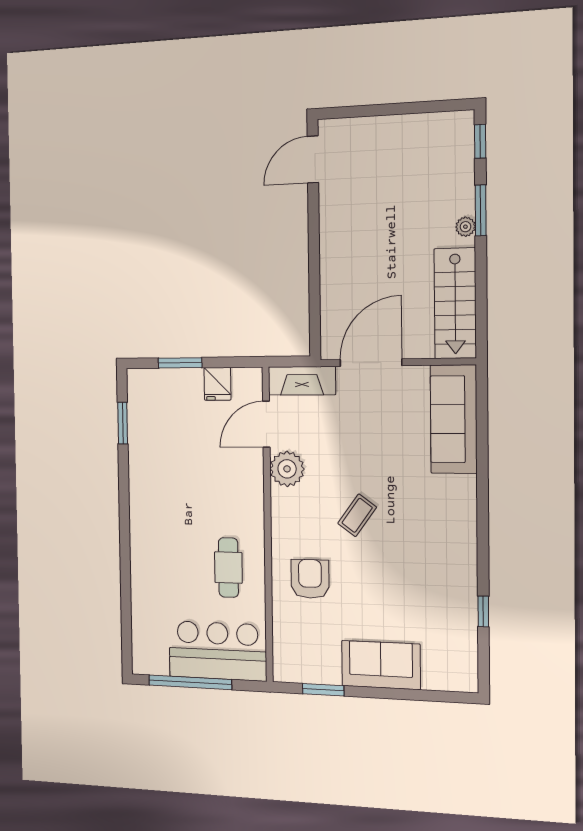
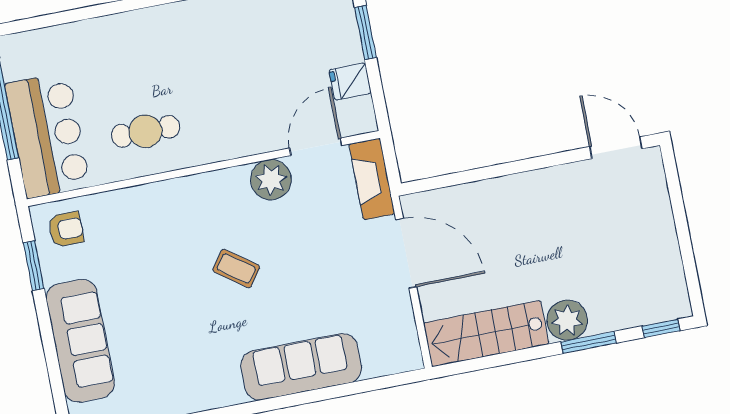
plant: (465, 227) -> (567, 320), width x1.87, depth x1.87
sofa: (454, 419) -> (301, 367), moved
door: (266, 424) -> (316, 147), hinge flipped
armchair: (310, 579) -> (66, 229), moved, width x0.72, depth x0.72
sofa: (381, 665) -> (80, 341), width x1.36

